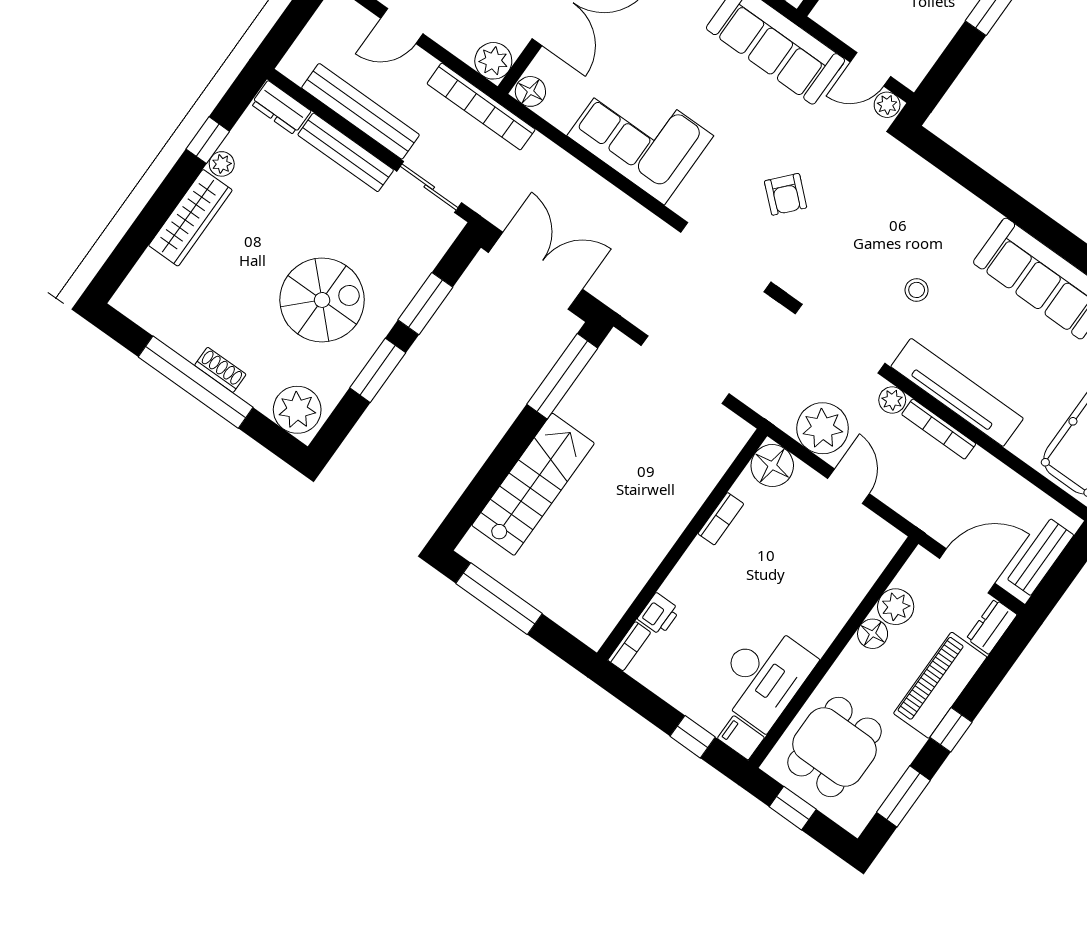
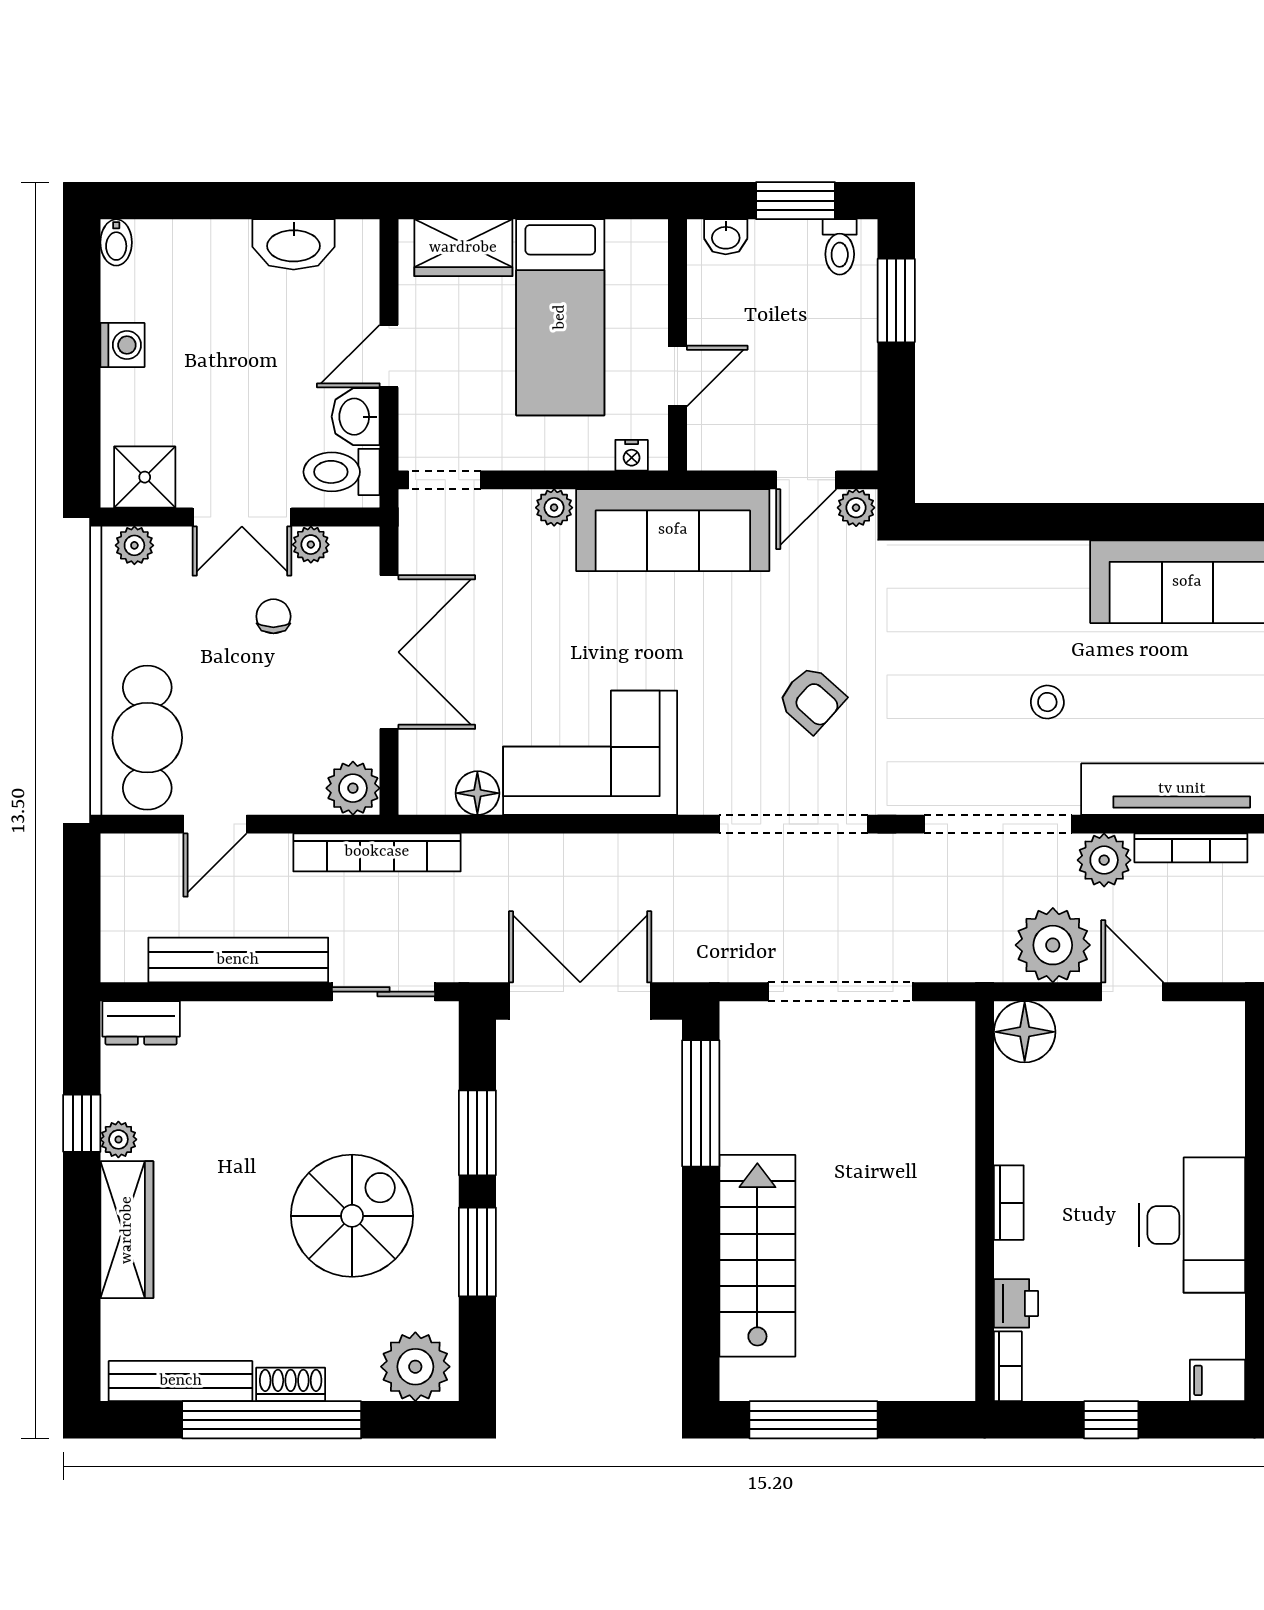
floor lamp: (530, 91) -> (477, 793), moved
bench: (346, 152) -> (181, 1381), moved
plant: (892, 400) -> (1104, 860), width x1.38, depth x1.38
bookcase: (721, 519) -> (1009, 1203), moved
desk: (763, 676) -> (1192, 1225), moved
window: (693, 737) -> (1111, 1420), moved

